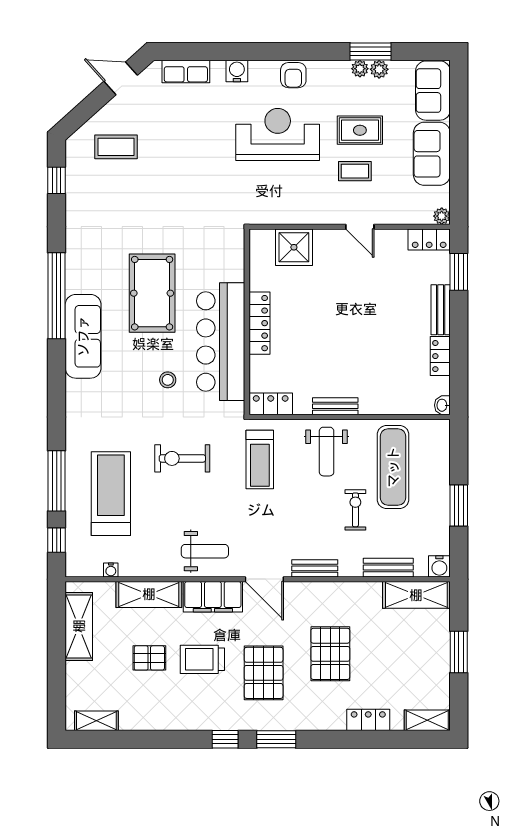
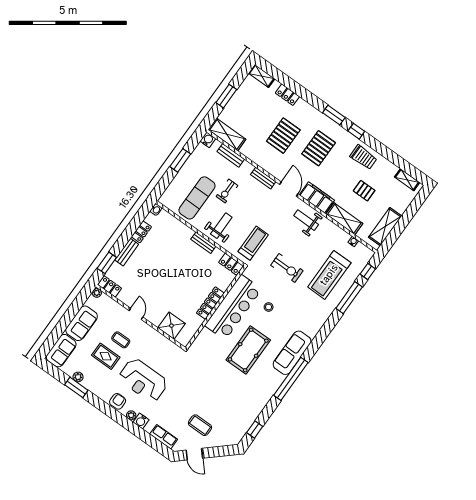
plant: (360, 69) -> (131, 415), moved
coffee table: (116, 147) -> (200, 425), moved
trolley: (202, 659) -> (363, 157), moved

